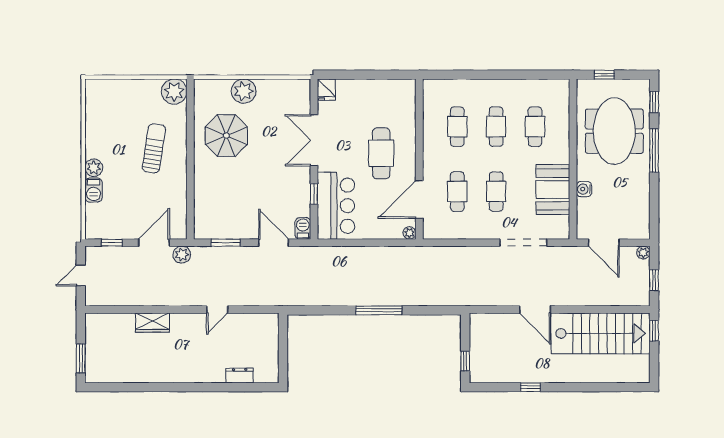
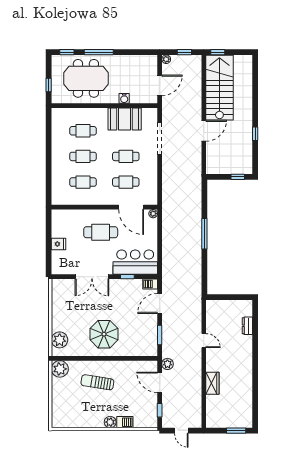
fridge: (326, 90) -> (59, 244), moved
plant: (244, 91) -> (60, 340), moved
parasol: (226, 136) -> (104, 334), moved

